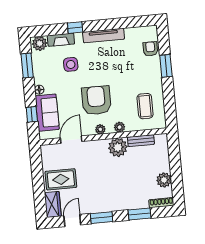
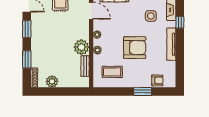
armchair: (96, 100) -> (135, 48), moved

